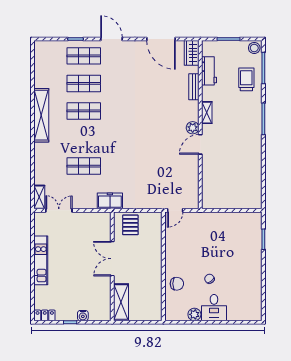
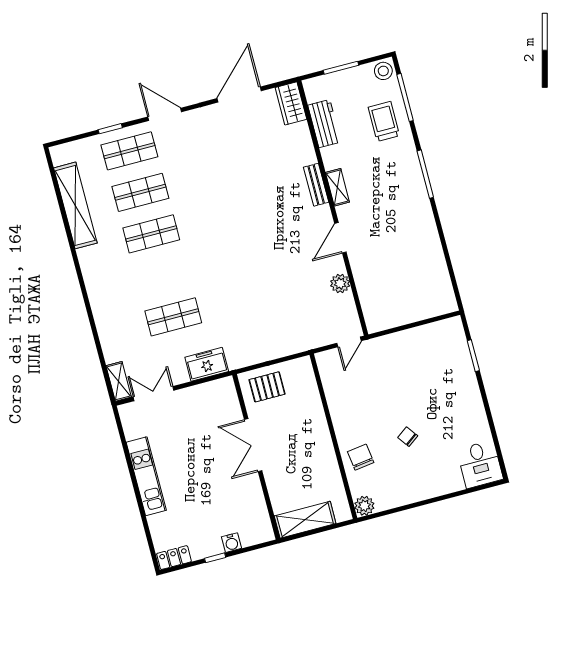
door: (161, 39) -> (239, 95), swing flipped
bench: (194, 87) -> (316, 185), moved
shelving: (41, 115) -> (75, 205), moved
plant: (193, 128) -> (340, 284), moved
freezer: (110, 201) -> (207, 364), moved
door: (175, 210) -> (349, 342), moved
pallet: (130, 225) -> (267, 387), turned 90
chair: (177, 284) -> (361, 457), turned -98
shelving: (121, 302) -> (305, 520), moved, turned 90
desk: (214, 308) -> (480, 464), moved
plant: (194, 314) -> (364, 506), moved

